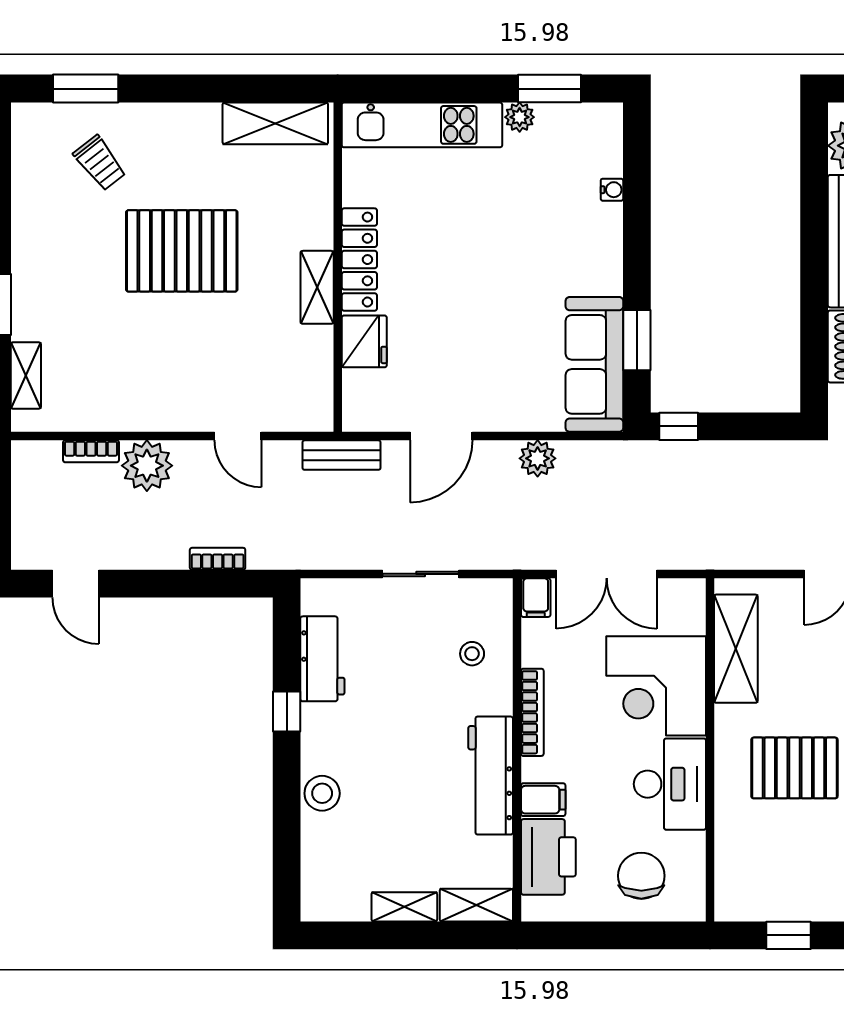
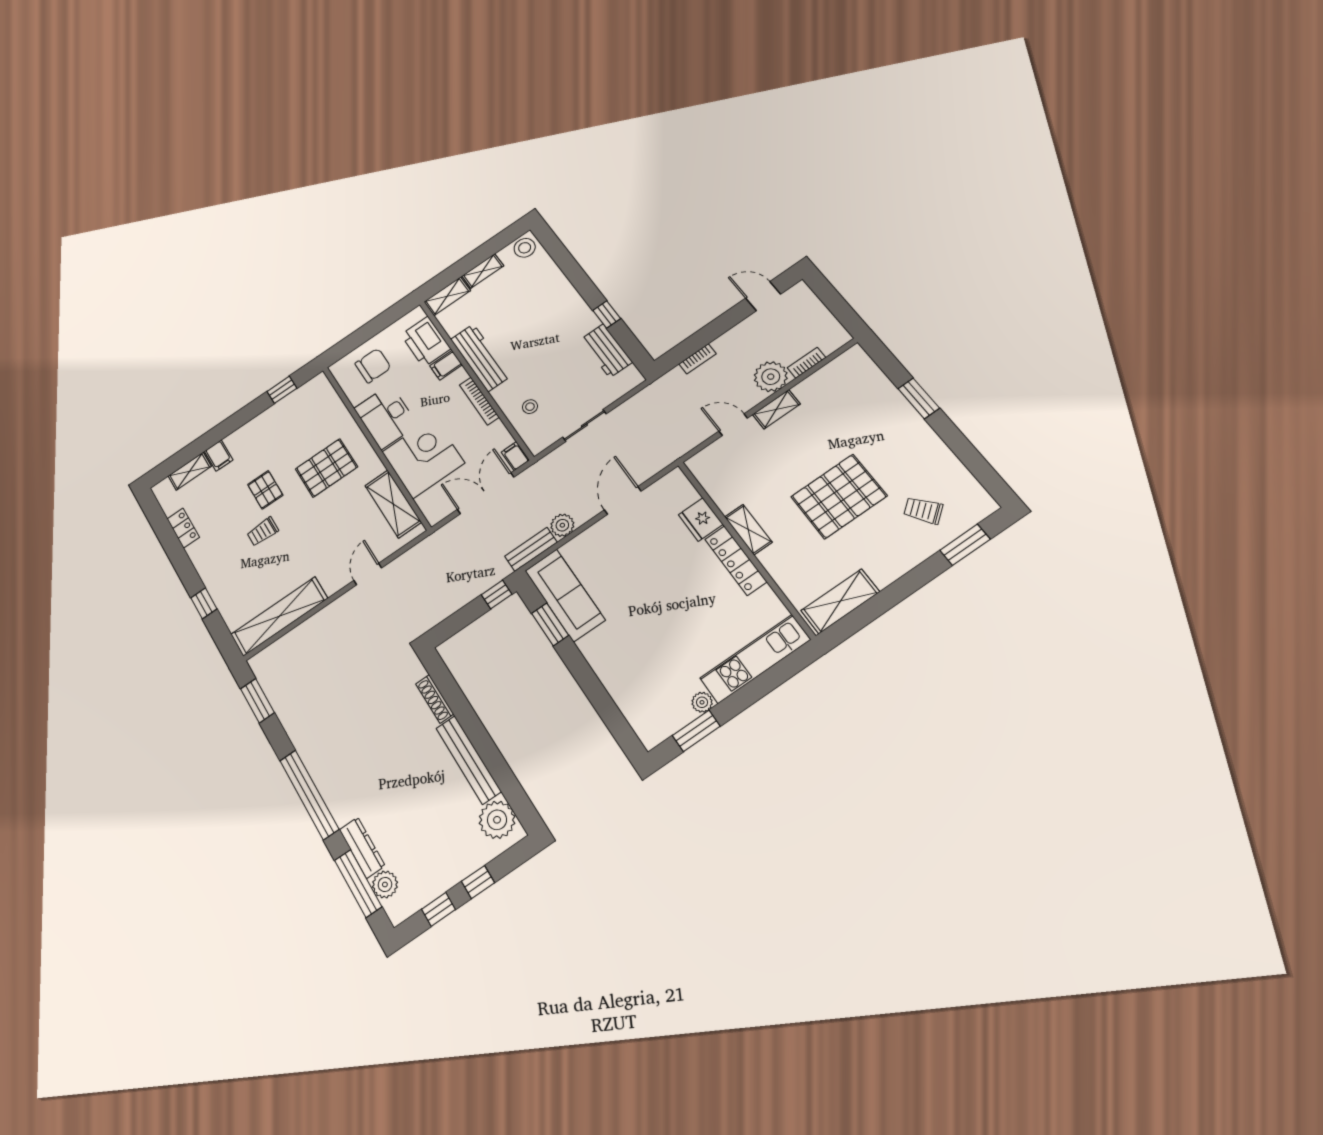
water cooler: (612, 190) -> (620, 698), removed
shelving: (26, 375) -> (776, 409), moved, turned 90
bench: (342, 455) -> (531, 549), moved
stool: (322, 793) -> (525, 248), moved
chair: (641, 876) -> (373, 366), turned -90

